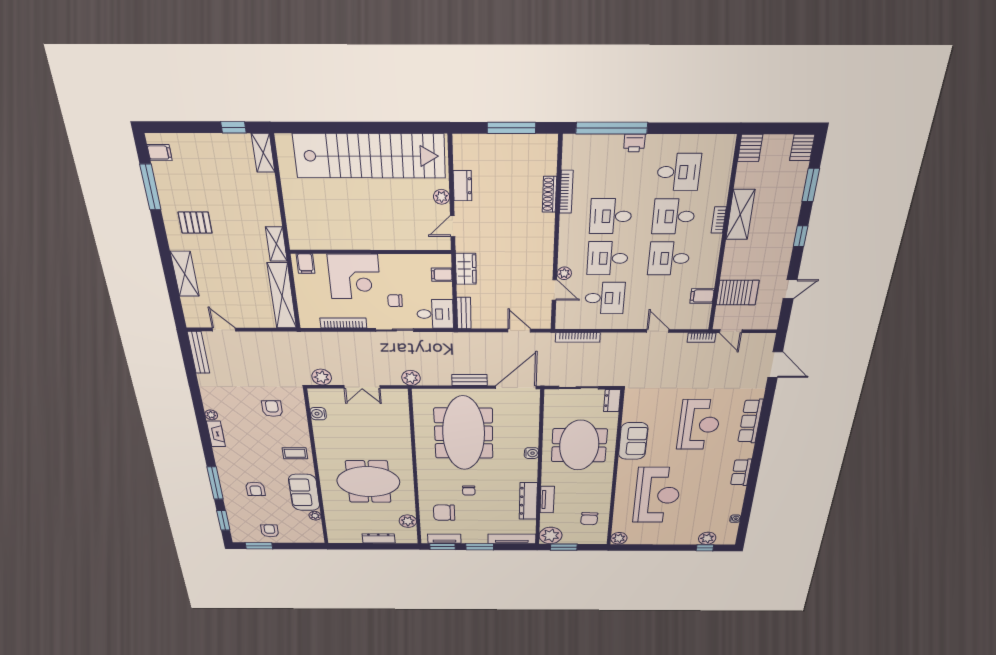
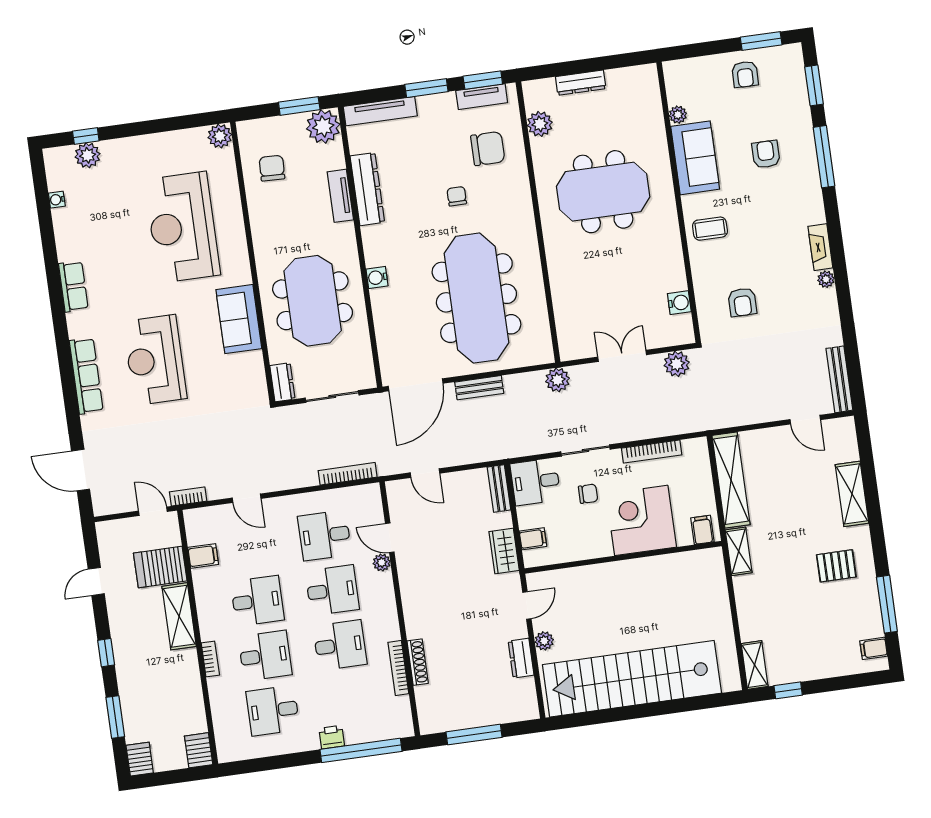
shelving: (740, 215) -> (179, 616), moved

